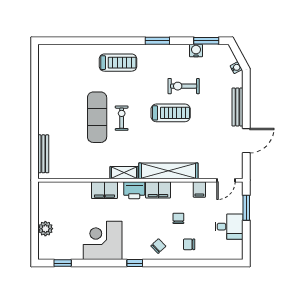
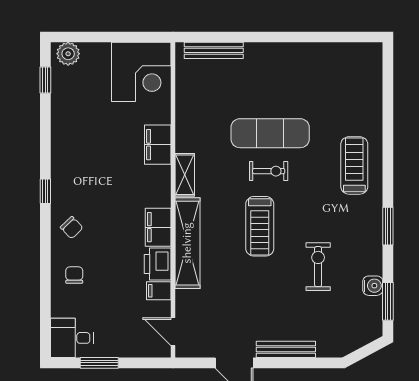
treadmill: (118, 63) -> (354, 165), turned 180
water cooler: (236, 68) -> (346, 347), removed
treadmill: (171, 113) -> (260, 226), moved
printer: (134, 190) -> (158, 264), moved
window: (246, 208) -> (99, 363), moved
chair: (178, 218) -> (114, 258), removed
desk: (229, 227) -> (72, 338), moved, turned 90
plant: (45, 229) -> (68, 54), moved
corner desk: (103, 240) -> (141, 72), moved, turned 90

